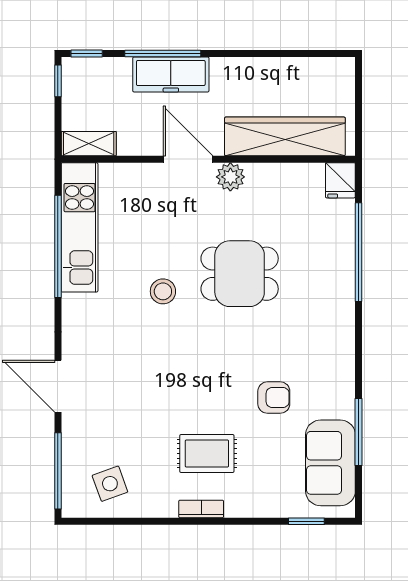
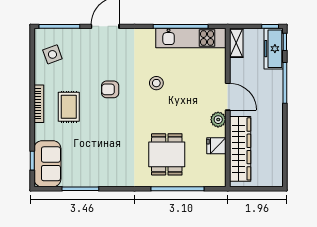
freezer: (171, 74) -> (274, 49), moved
door: (188, 159) -> (228, 97), hinge flipped
fridge: (340, 180) -> (216, 146), moved
dining table: (240, 274) -> (167, 154), moved
armchair: (274, 398) -> (110, 89), moved, turned 90
sofa: (330, 463) -> (47, 164), moved, turned 90
bookcase: (201, 509) -> (39, 104), width x1.56

